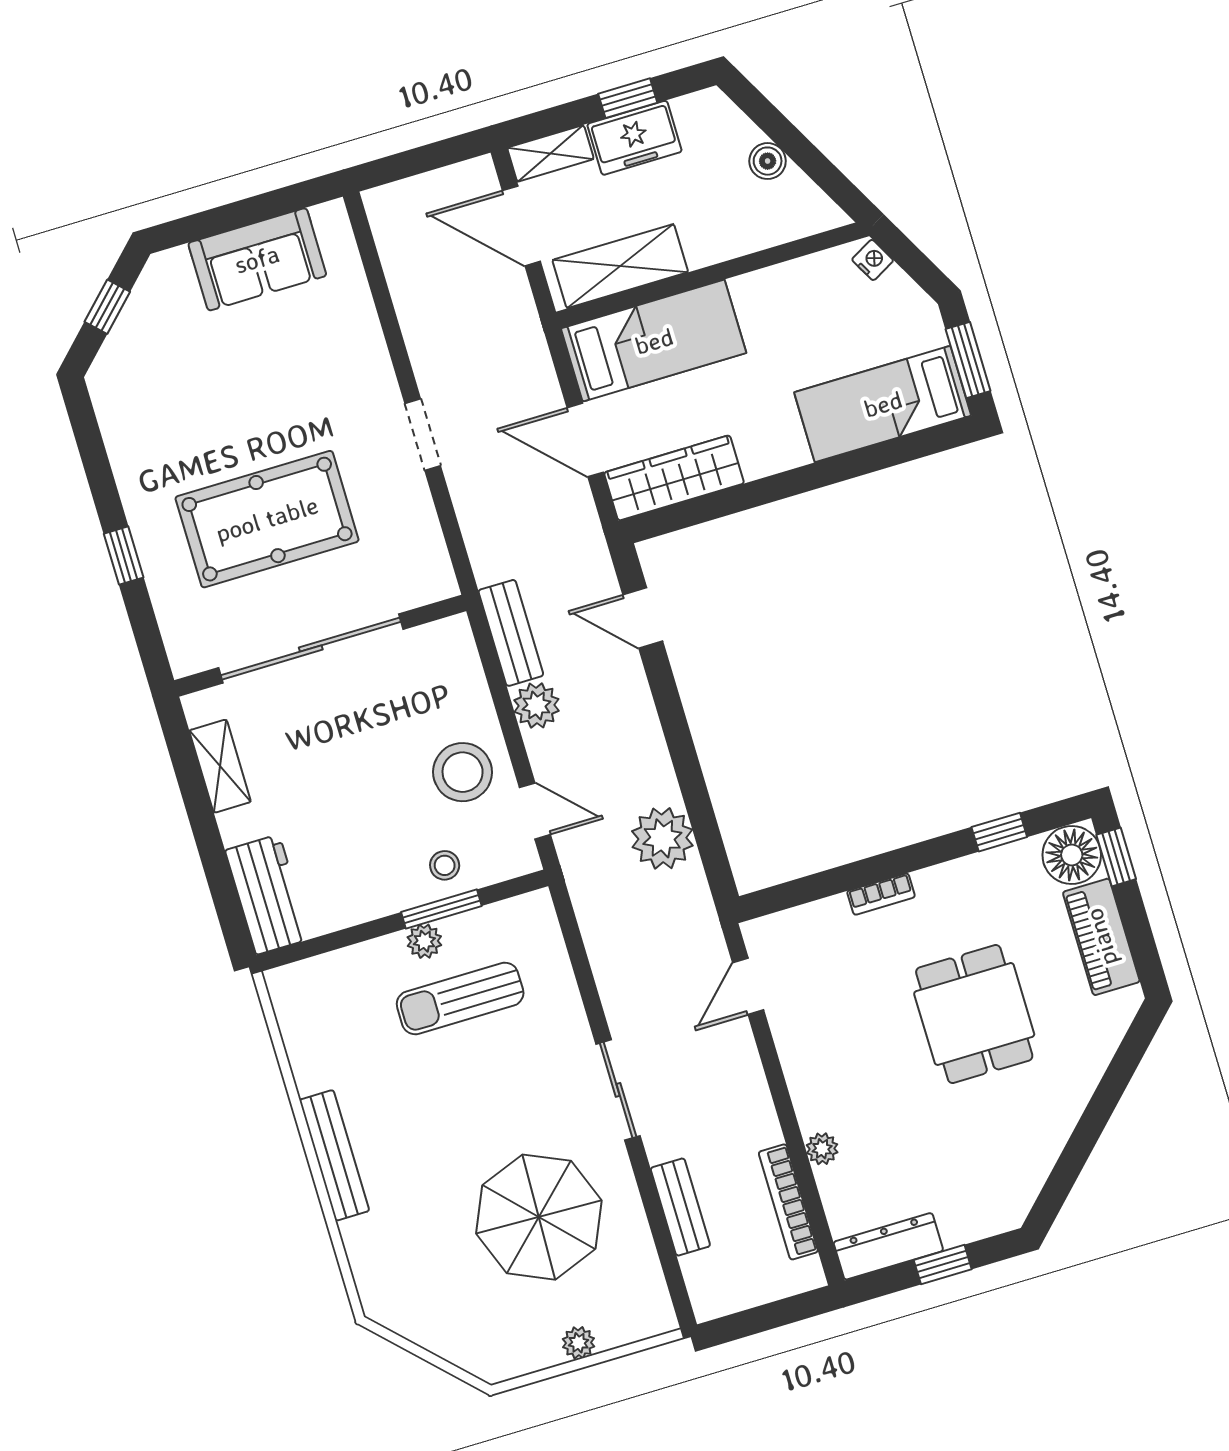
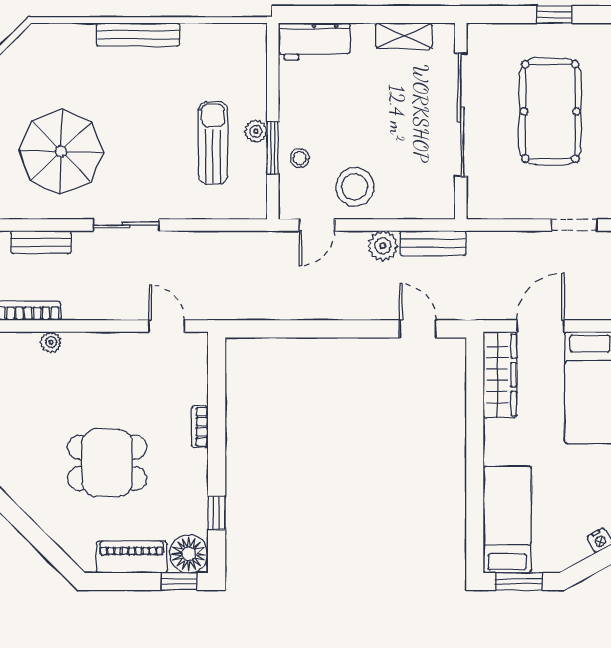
door: (643, 618) -> (418, 329), hinge flipped
plant: (662, 838) -> (276, 300), removed

